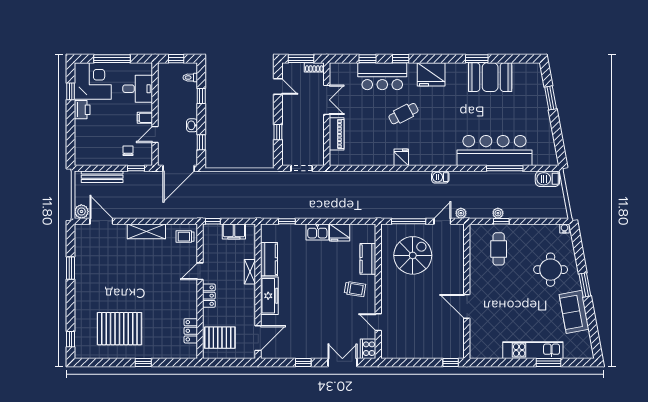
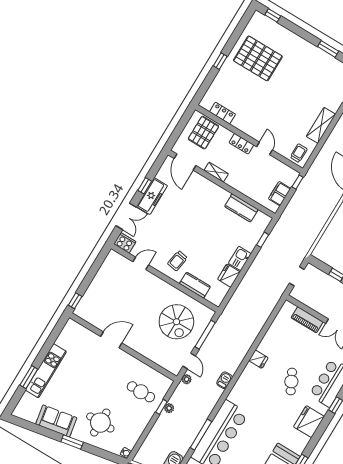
shelving: (250, 272) -> (216, 172), moved
freezer: (269, 296) -> (152, 196), moved, turned -90
pallet: (119, 329) -> (258, 58), turned 90

